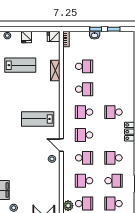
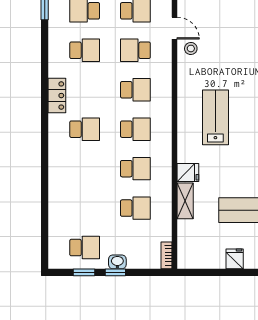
fridge: (54, 36) -> (188, 172), moved
school desk: (113, 43) -> (85, 248), added
school desk: (84, 66) -> (135, 208), turned 180
school desk: (84, 89) -> (135, 169), turned 180
lab bench: (38, 119) -> (215, 117), turned -90
door: (61, 145) -> (175, 28), moved

